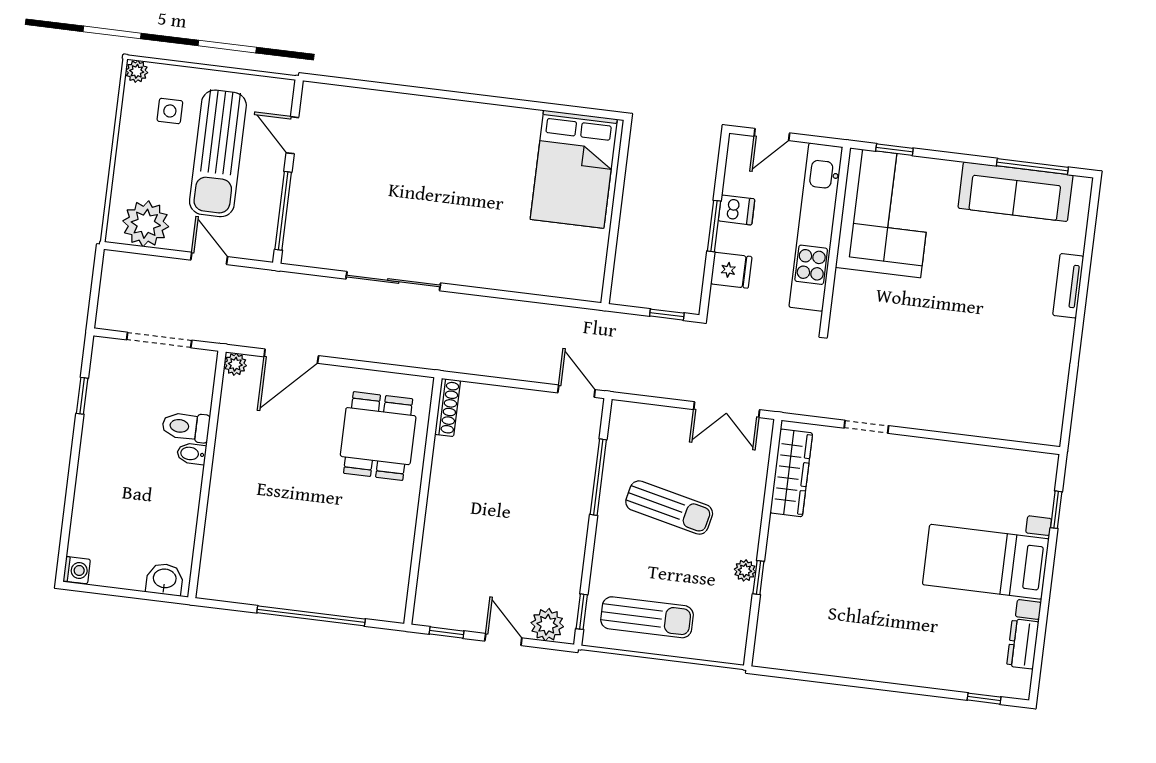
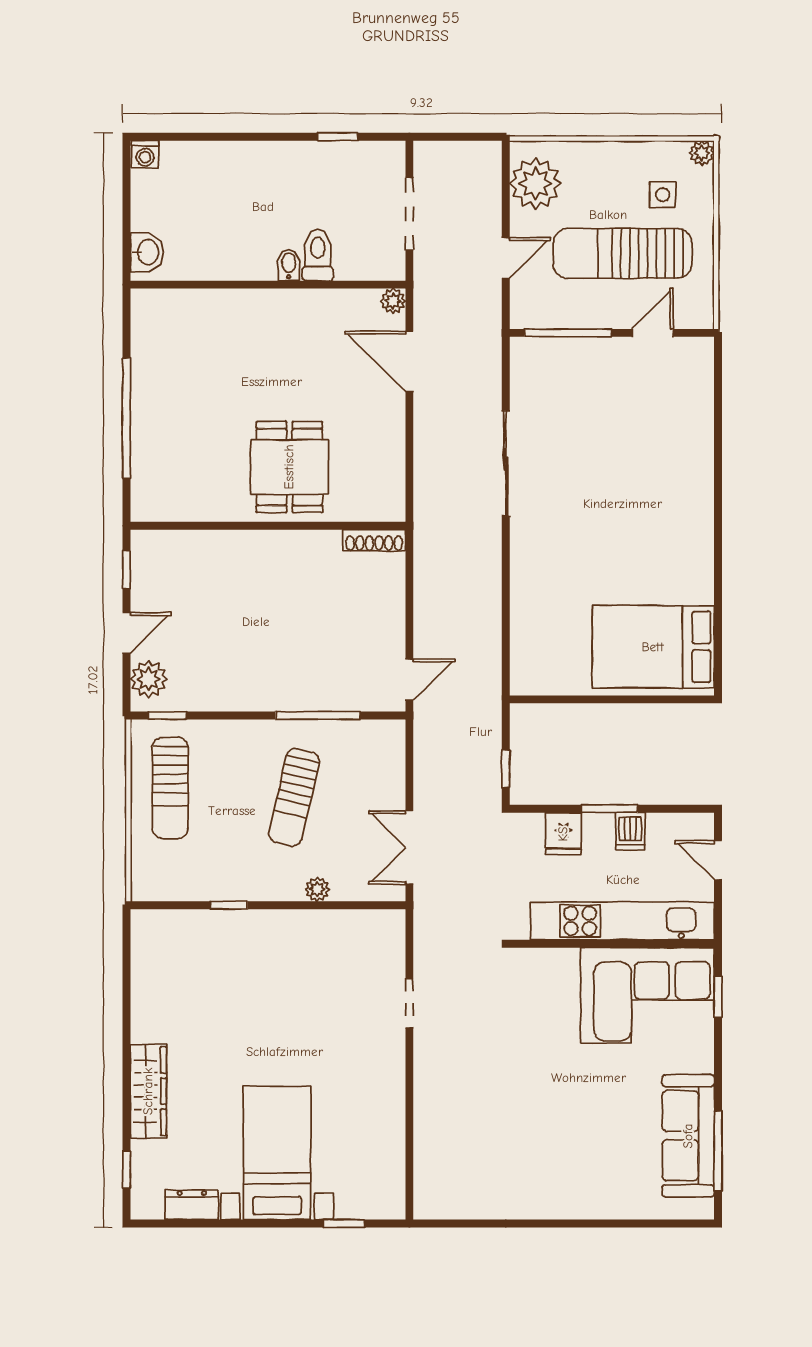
tv unit: (1068, 286) -> (592, 1206), removed
dining table: (378, 436) -> (289, 467), moved, turned 90
wardrobe: (791, 473) -> (148, 1091), moved, turned -90
plant: (745, 570) -> (317, 889), moved

